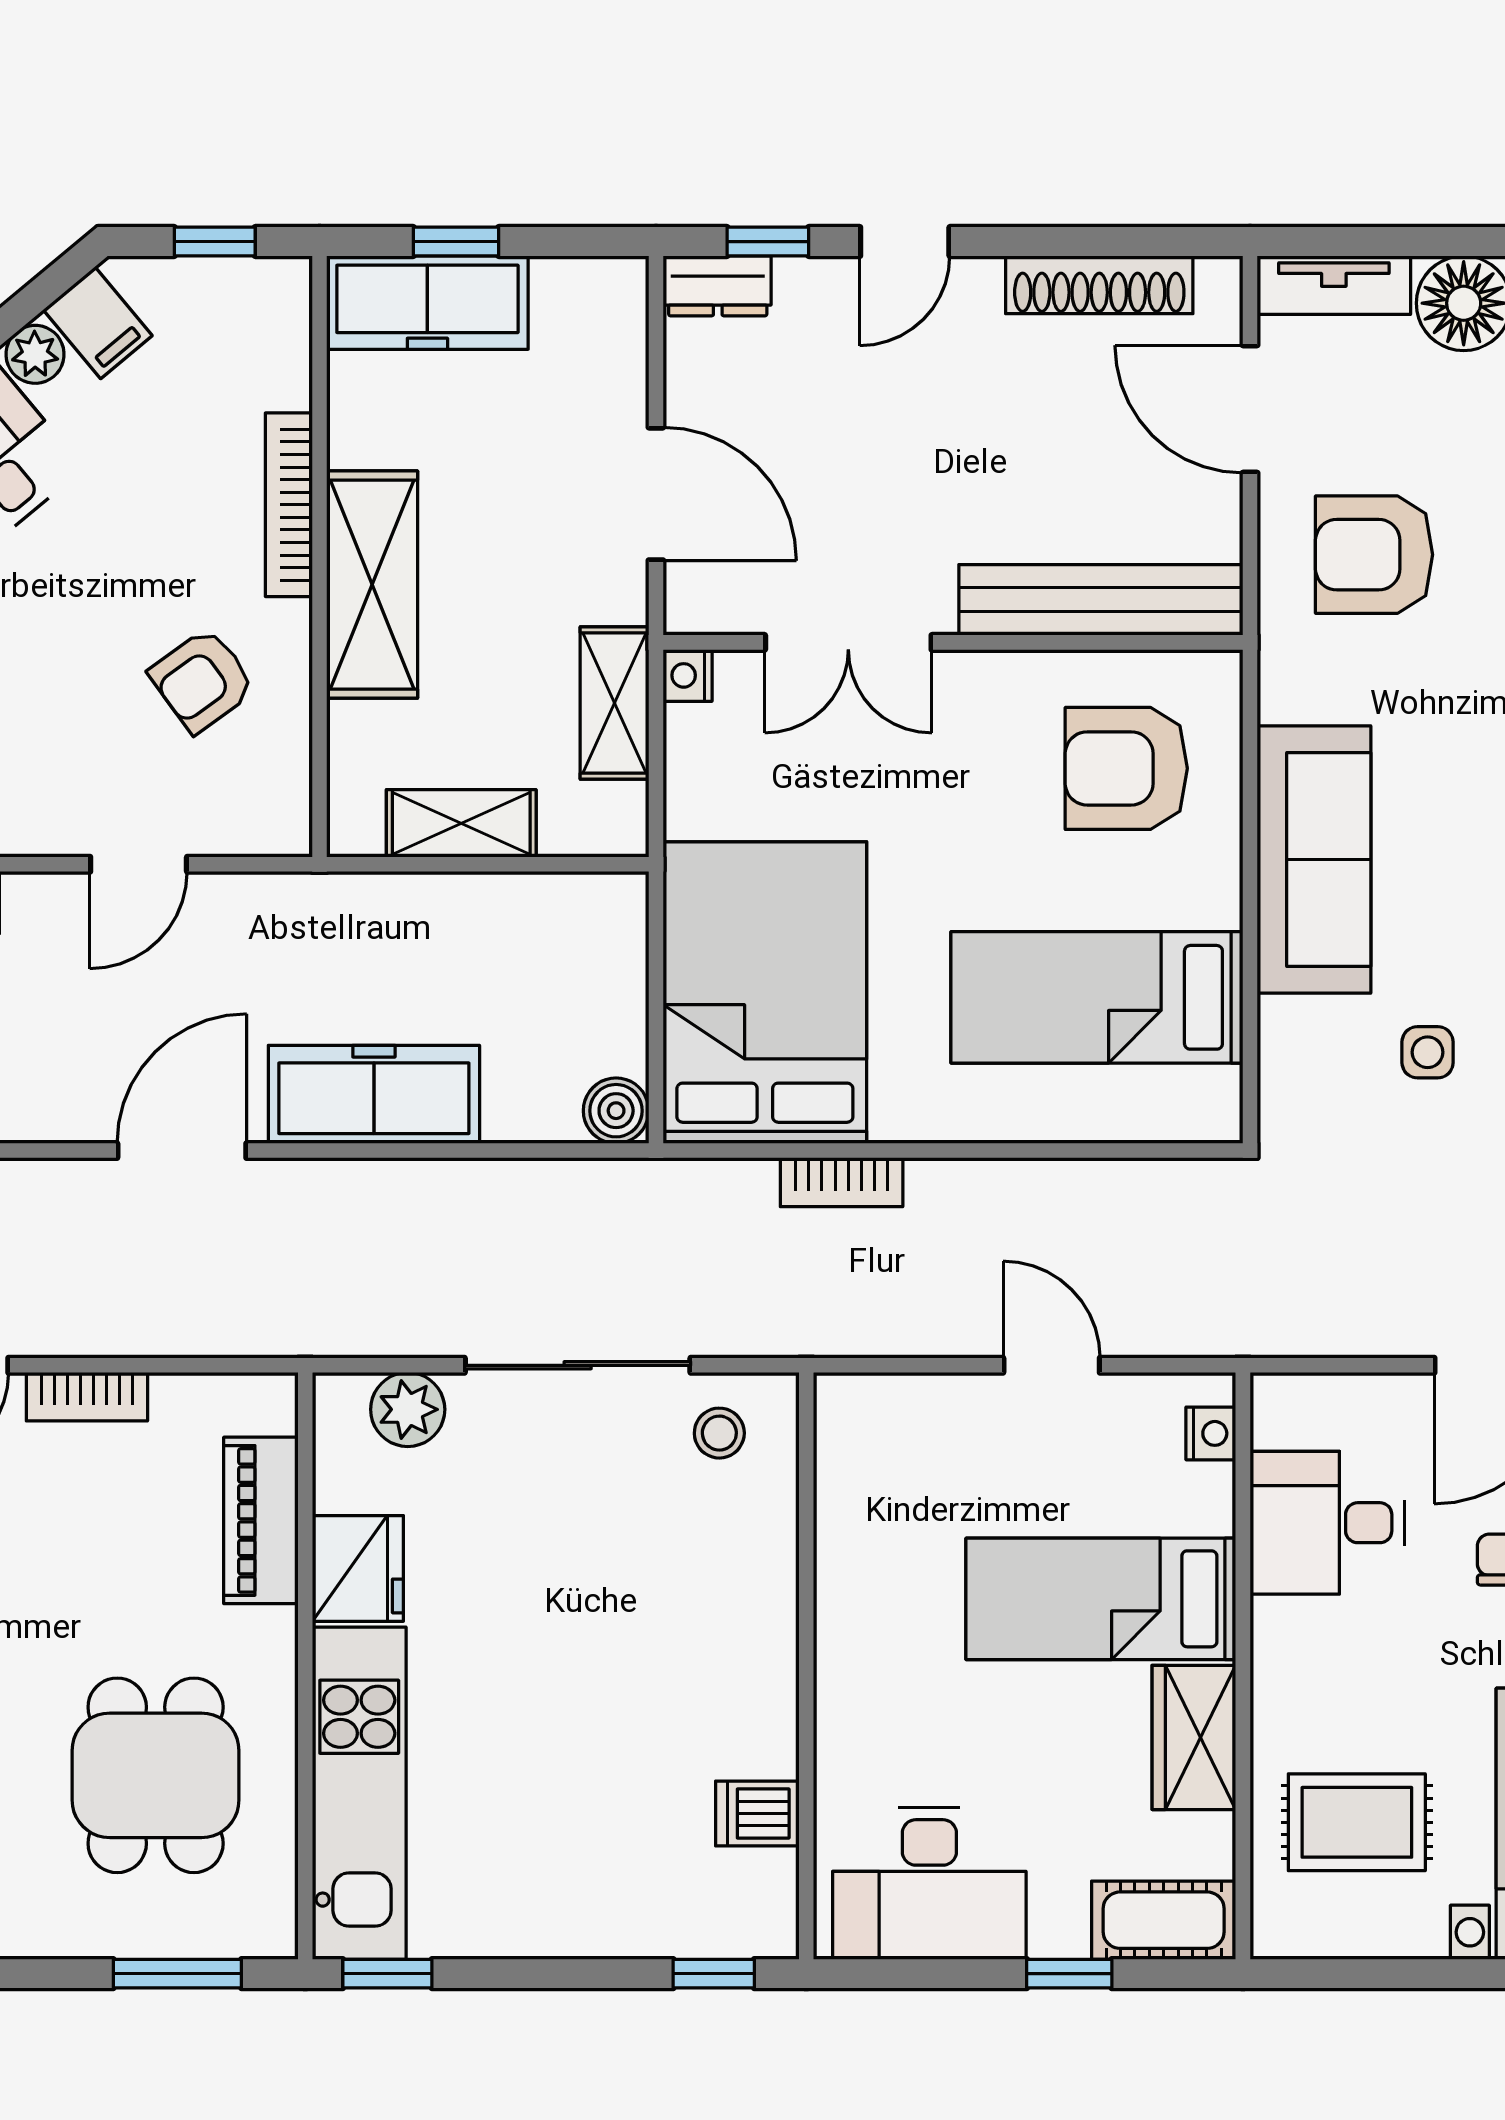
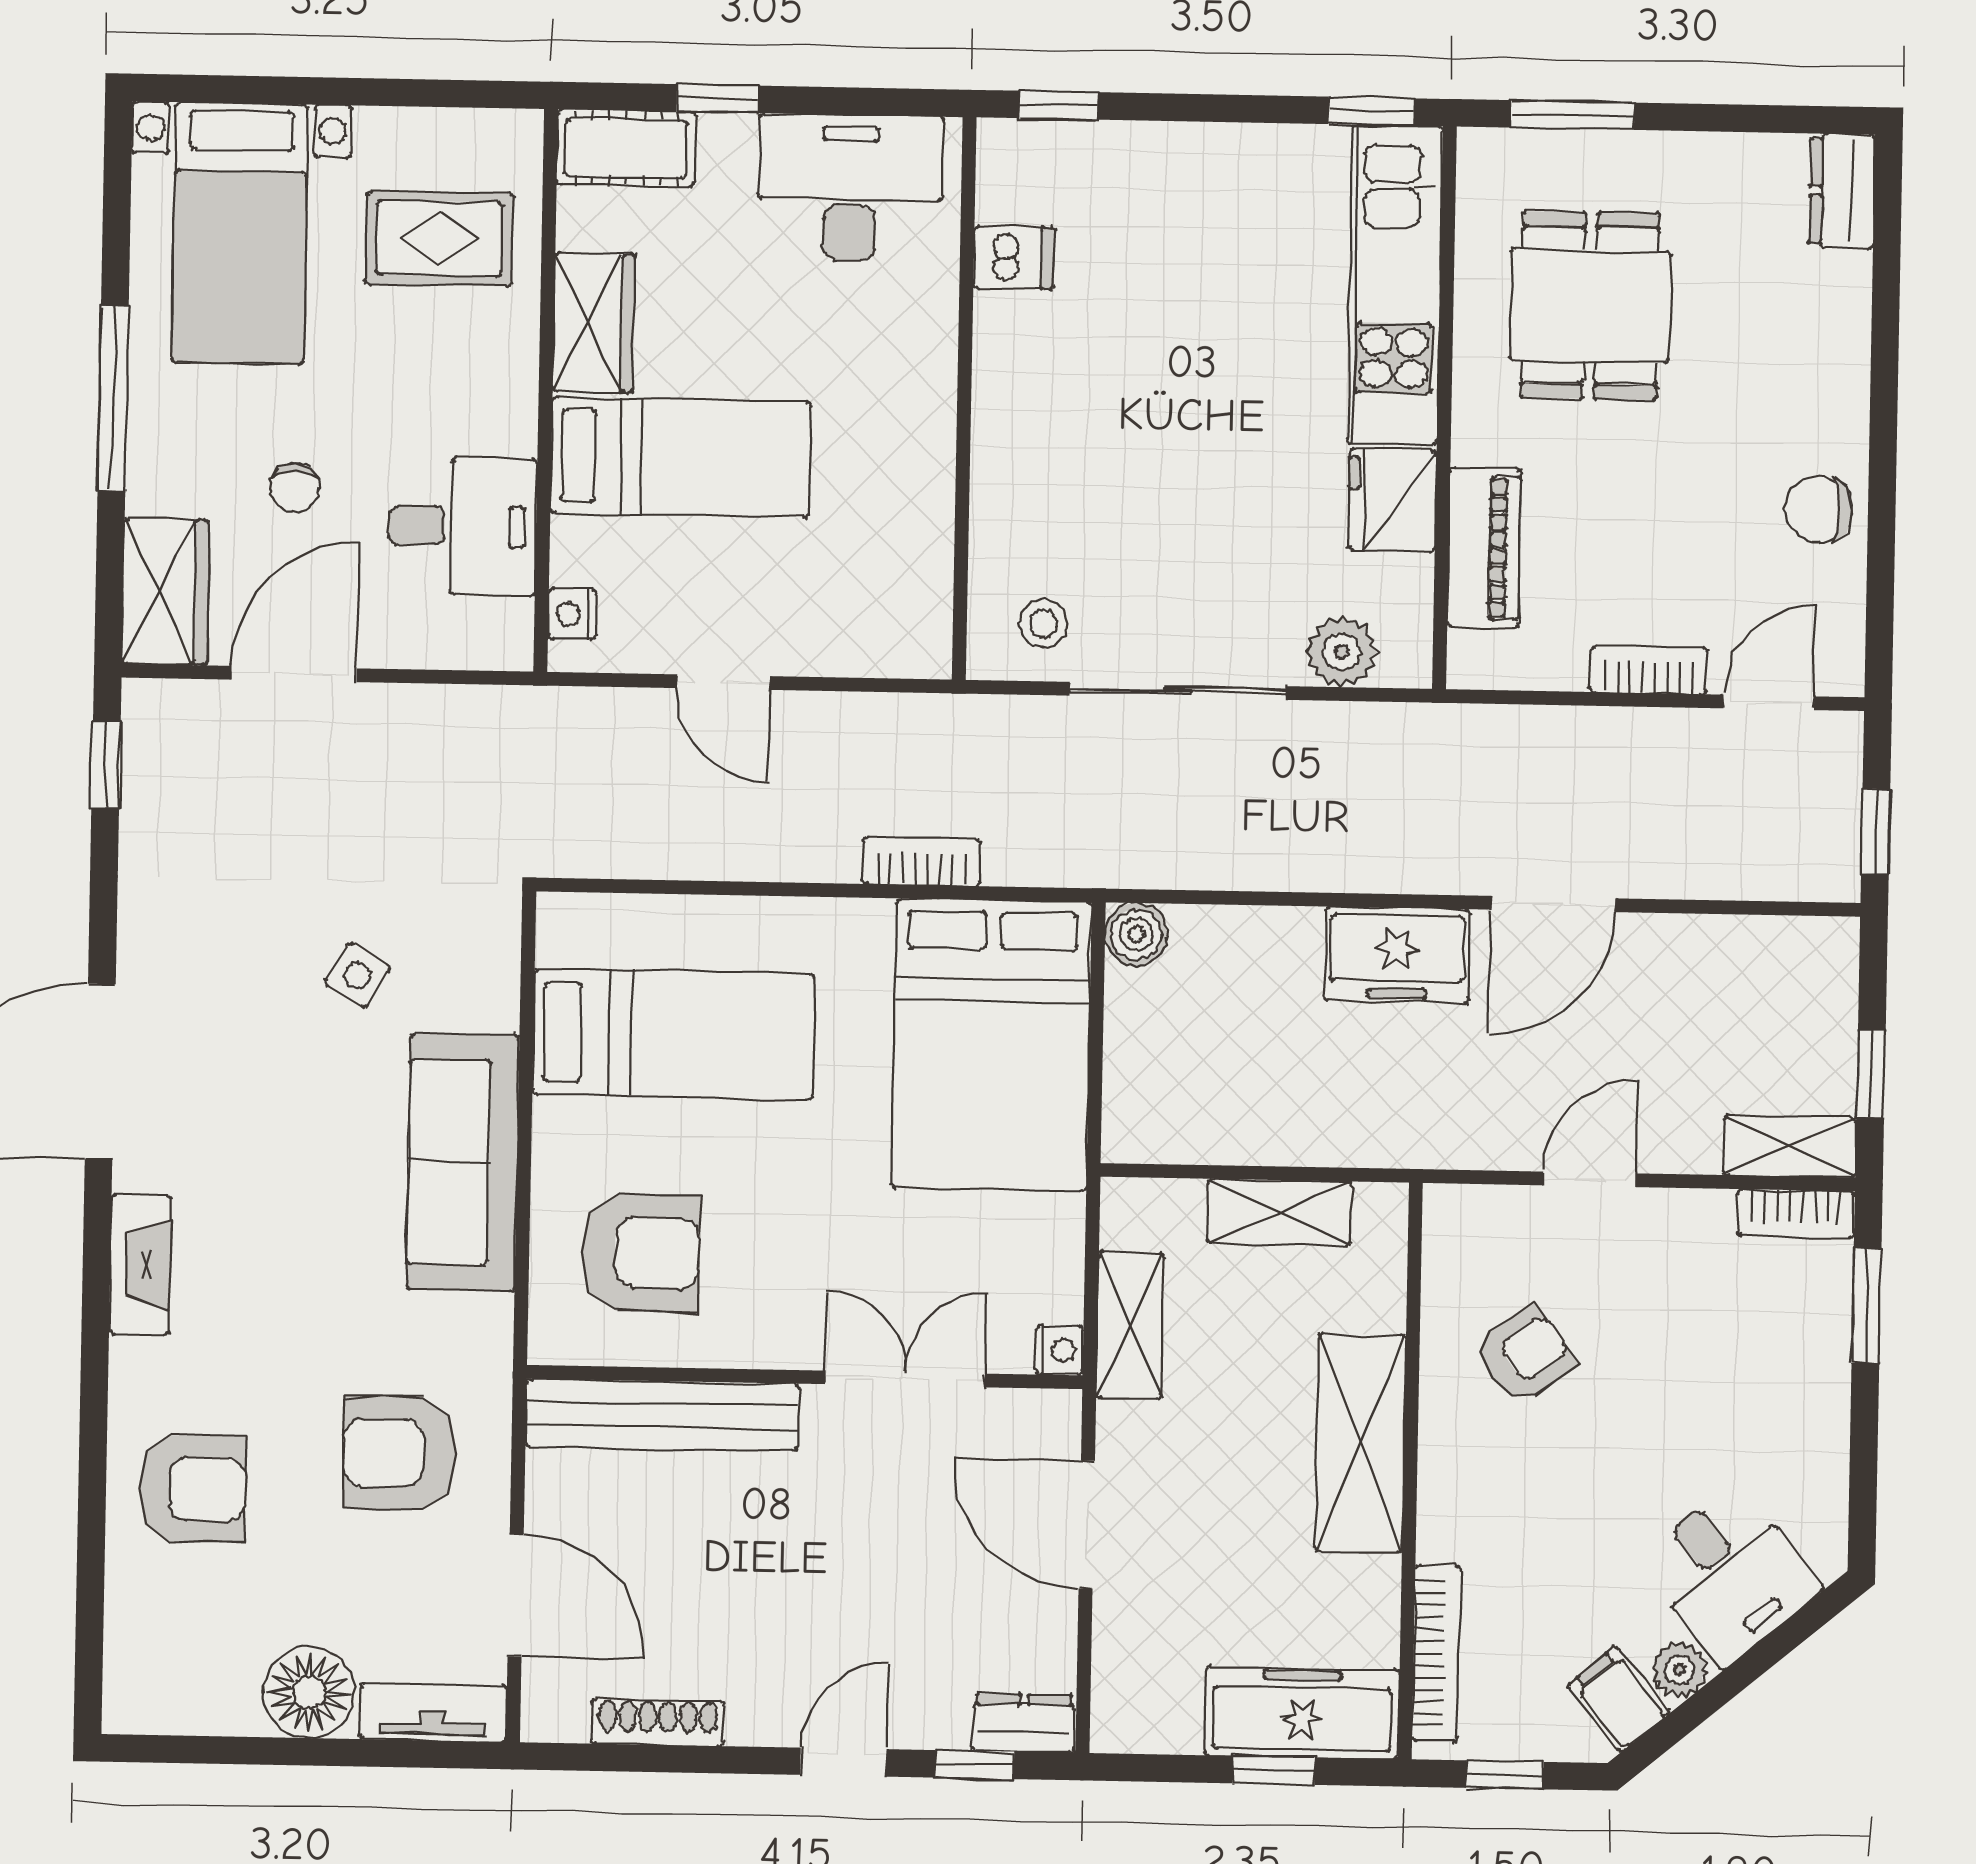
shoe rack: (1099, 285) -> (658, 1722), width x0.74, depth x0.81
bookcase: (289, 505) -> (1436, 1654), moved
armchair: (1374, 555) -> (399, 1453), turned 180
side table: (1428, 1052) -> (357, 975), turned 31
freezer: (374, 1094) -> (1397, 955), width x0.71

